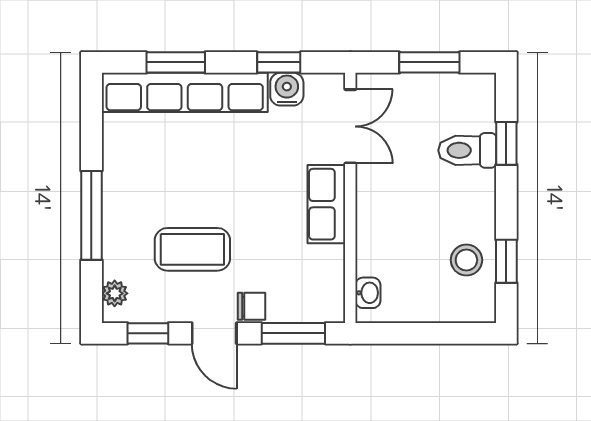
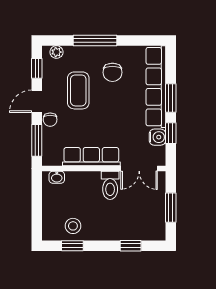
window: (176, 62) -> (171, 98), moved
toilet: (467, 150) -> (110, 185), moved, turned 180
chair: (156, 180) -> (112, 72), added
row of seats: (326, 204) -> (91, 157), width x1.48

